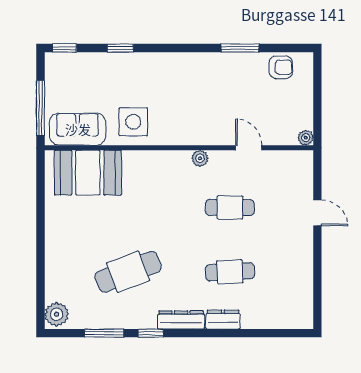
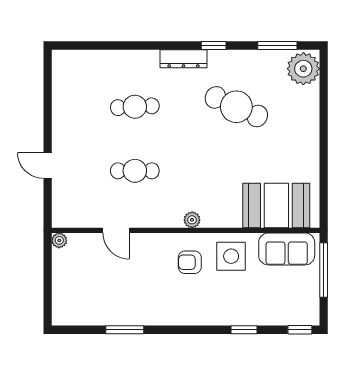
armchair: (281, 67) -> (190, 262), moved
plant: (200, 158) -> (192, 220), moved
cafe table: (128, 272) -> (236, 107), turned 45
plant: (57, 314) -> (303, 69), width x1.36, depth x1.36
dresser: (223, 320) -> (142, 59), removed
window: (104, 333) -> (277, 46), moved

